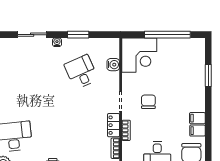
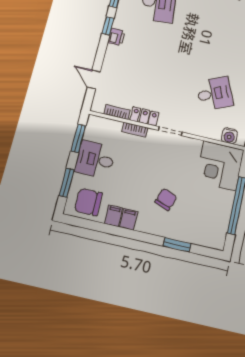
water cooler: (113, 65) -> (229, 136), moved
chair: (148, 102) -> (166, 199), moved, turned -70

